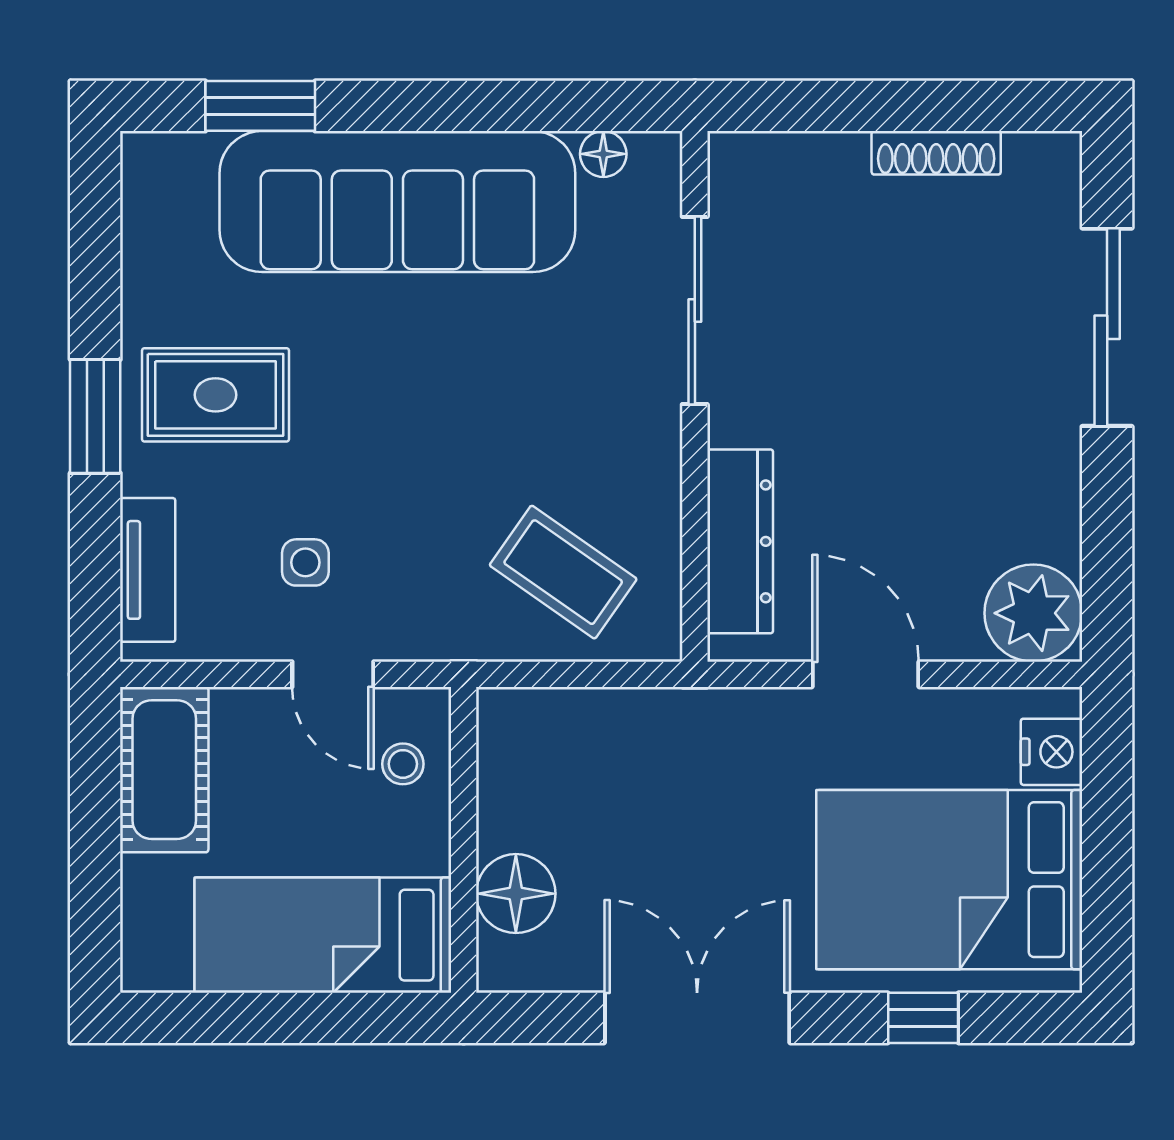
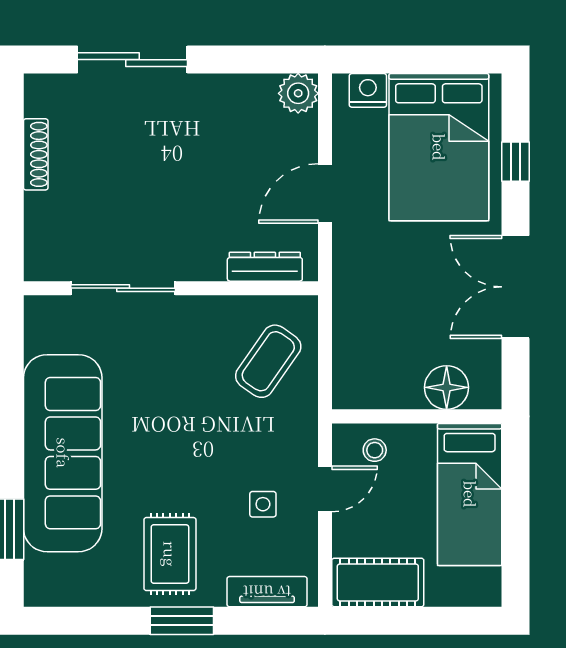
floor lamp: (603, 154) -> (36, 339), removed
dresser: (740, 541) -> (265, 267), width x0.73, depth x0.80
plant: (1033, 613) -> (298, 93), width x0.73, depth x0.73

